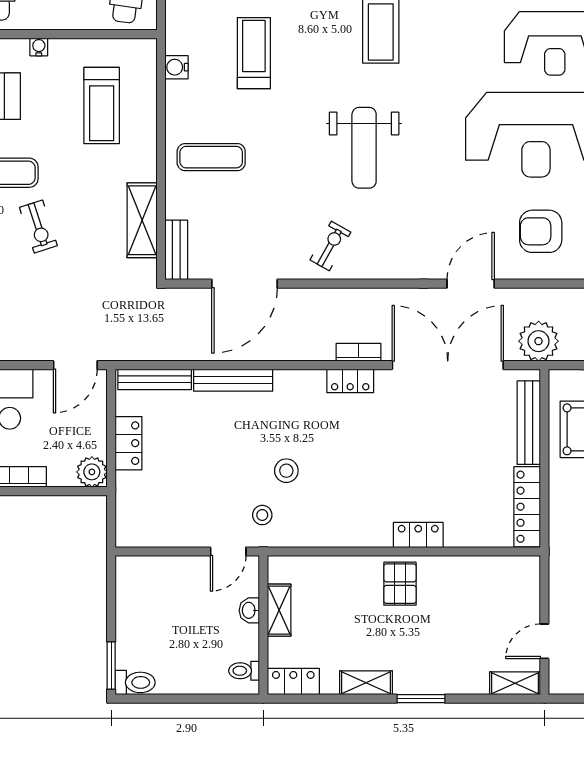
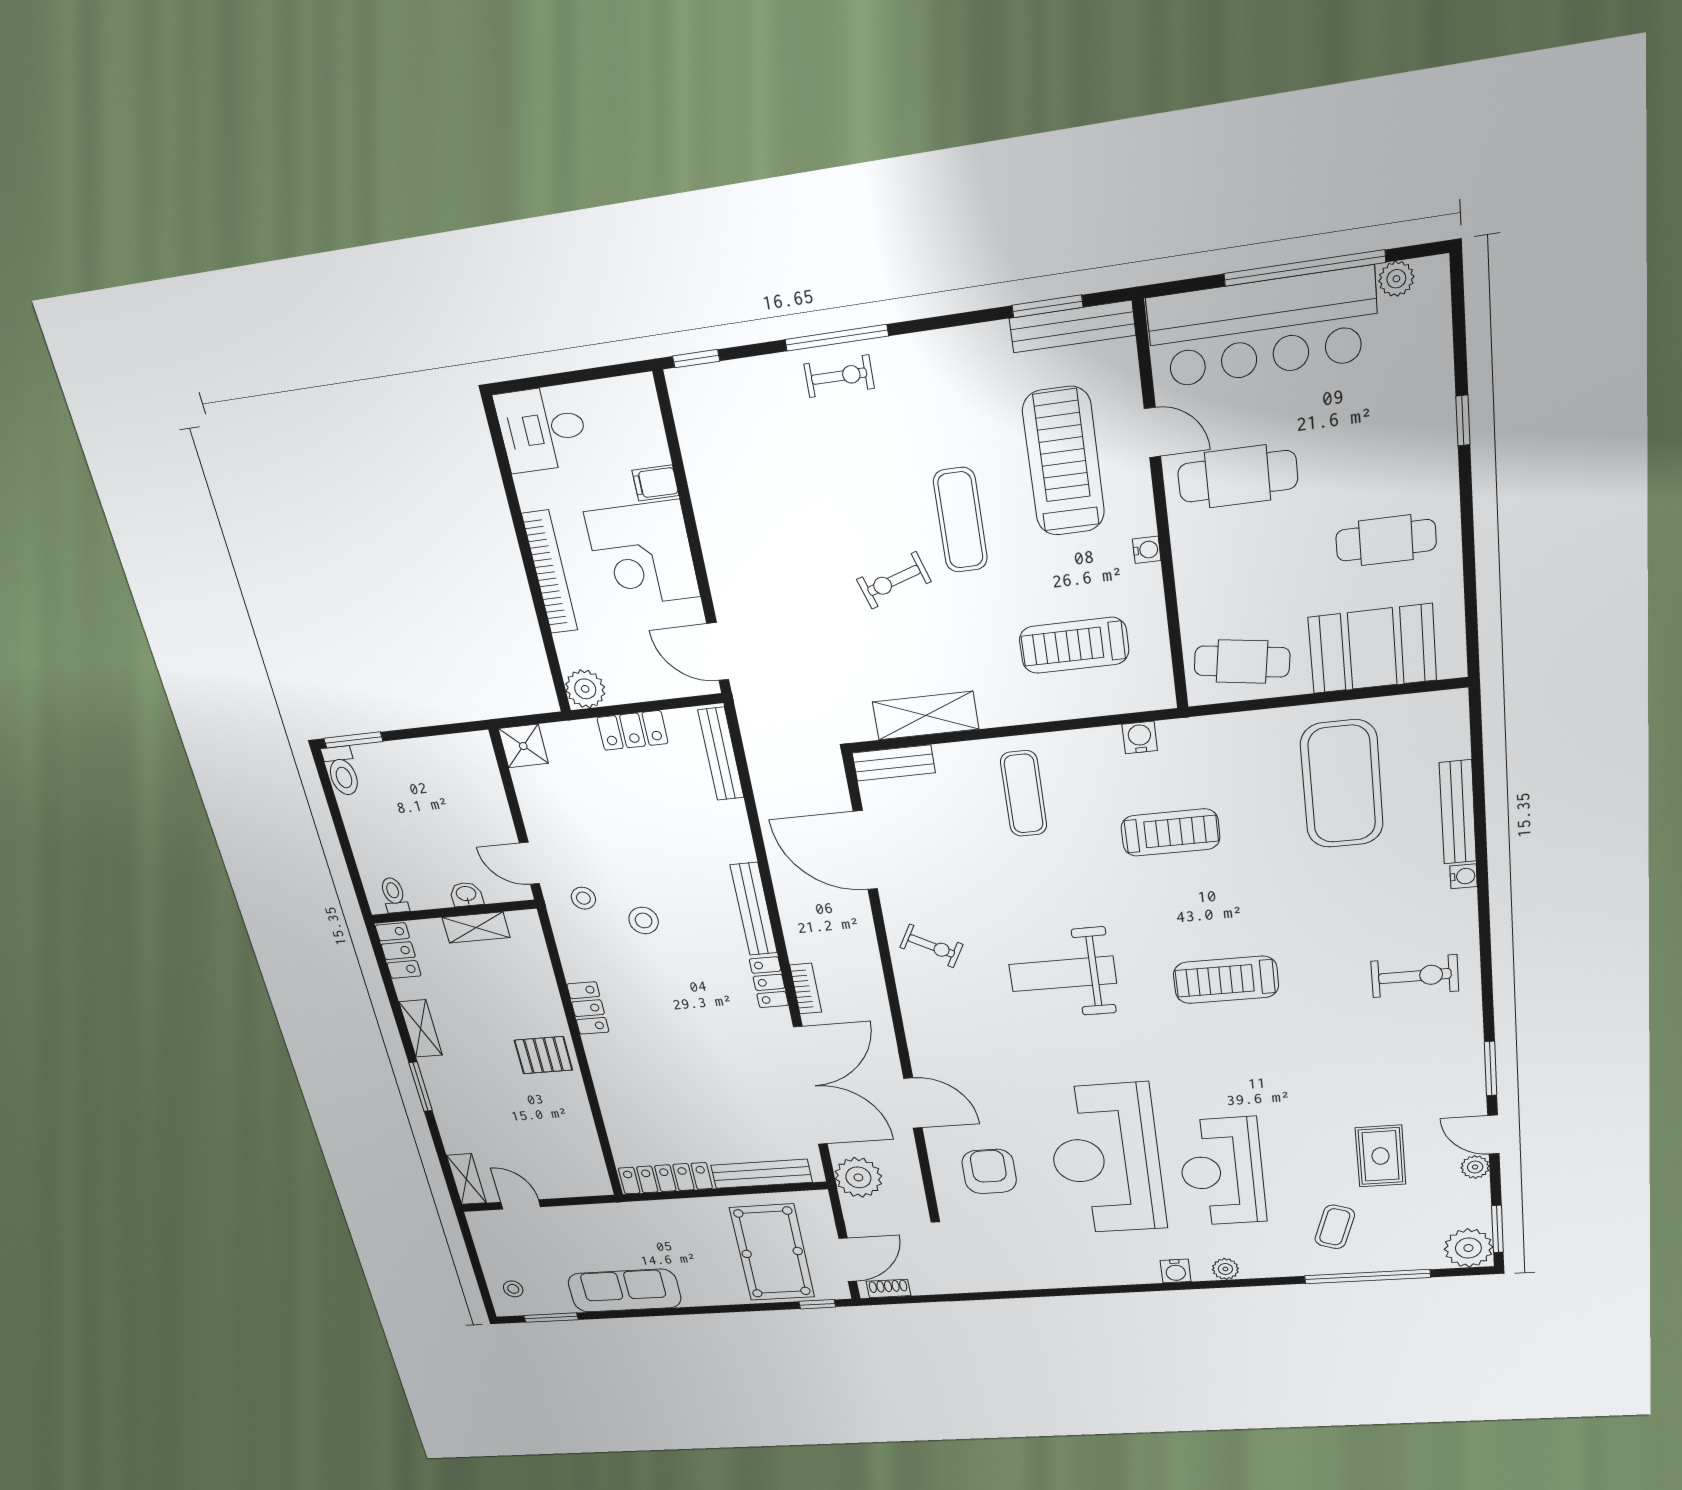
bench: (233, 380) -> (754, 909), moved
shower: (131, 531) -> (523, 746), added
locker: (418, 535) -> (588, 1008), moved

